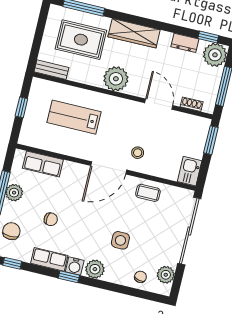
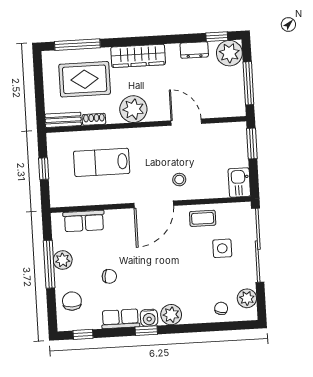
shoe rack: (192, 104) -> (94, 119), moved
side table: (120, 240) -> (222, 248), moved

